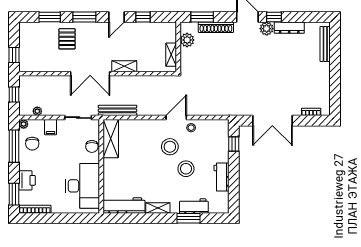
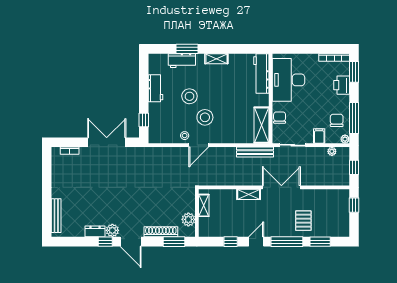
window: (84, 17) -> (287, 242), width x1.44
dresser: (289, 28) -> (95, 231), width x0.70
workbench: (124, 206) -> (261, 73), moved, turned 90

